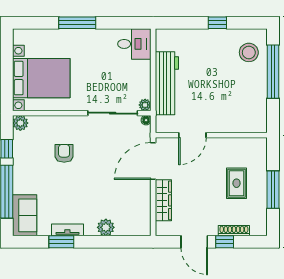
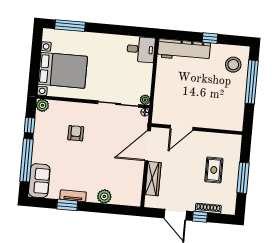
window: (77, 23) -> (70, 26), moved
workbench: (167, 83) -> (184, 50), moved, turned 90

